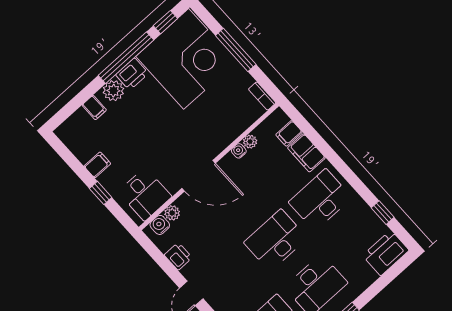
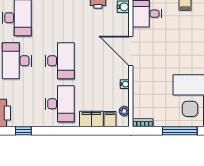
plant: (250, 142) -> (124, 111), moved
door: (199, 176) -> (131, 51), hinge flipped
plant: (172, 213) -> (124, 19), removed

